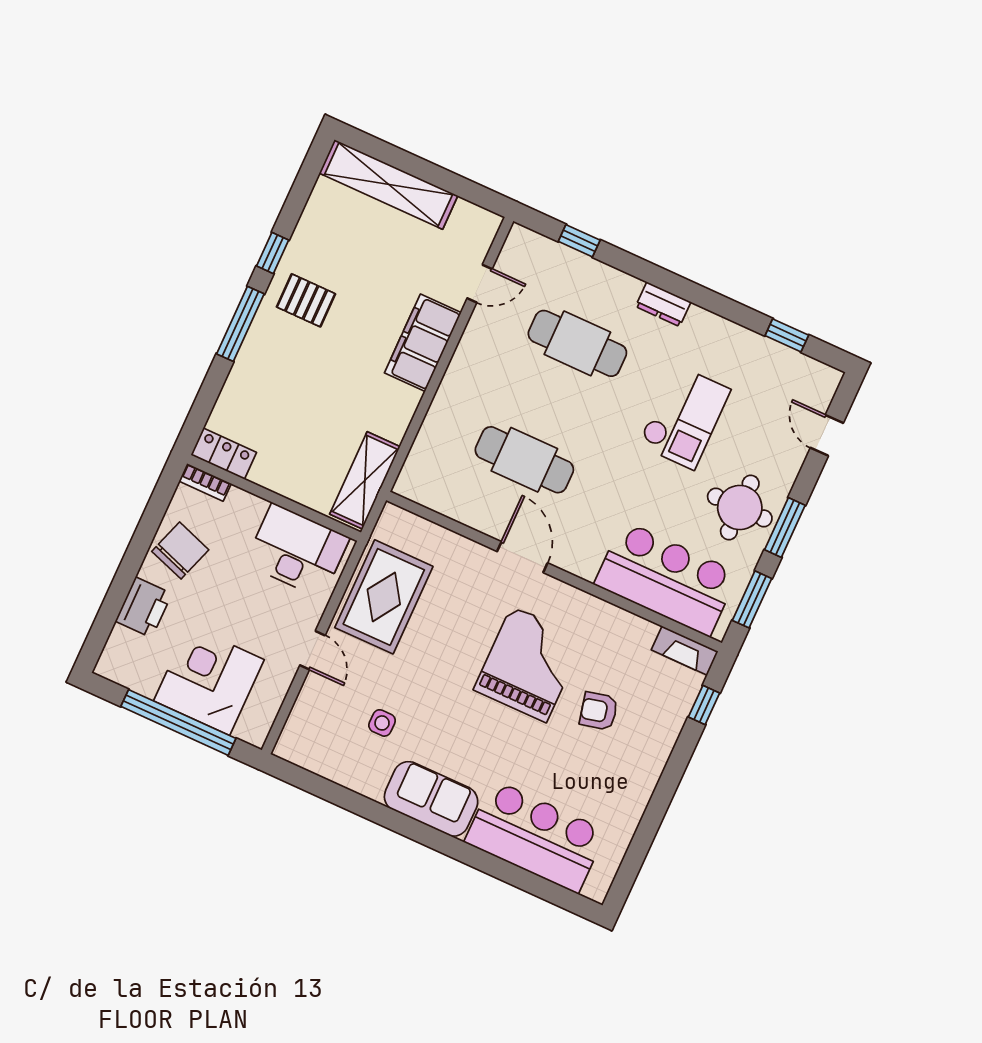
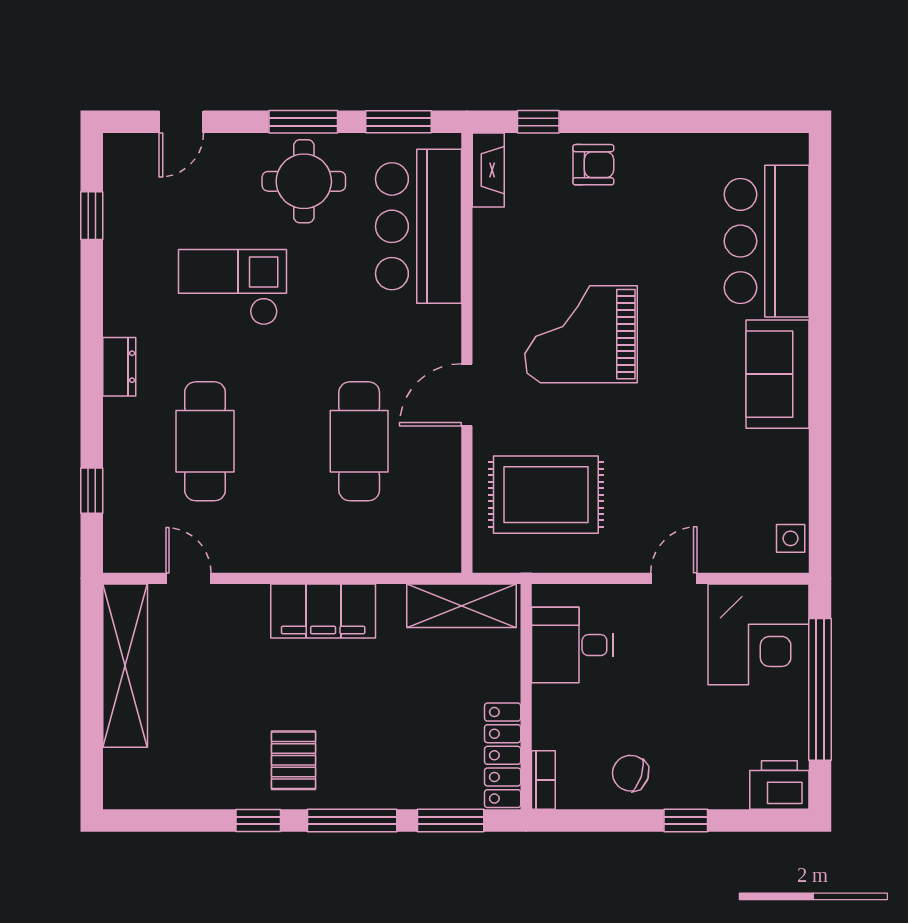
shelving: (389, 184) -> (125, 666), moved
filing cabinet: (423, 343) -> (323, 611), moved
window: (206, 398) -> (451, 820), added
locker: (224, 454) -> (503, 755), width x1.53
chair: (180, 551) -> (631, 773), width x0.73, depth x0.73
desk: (297, 551) -> (572, 645), width x0.73
window: (126, 576) -> (686, 820), added
rug: (384, 597) -> (546, 495), moved
printer: (144, 607) -> (779, 785), moved
corner desk: (209, 680) -> (758, 634), moved, turned -90
armchair: (599, 711) -> (593, 165), moved, turned -77
side table: (382, 723) -> (791, 538), moved

